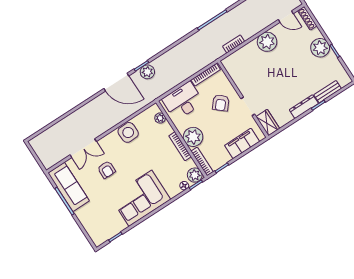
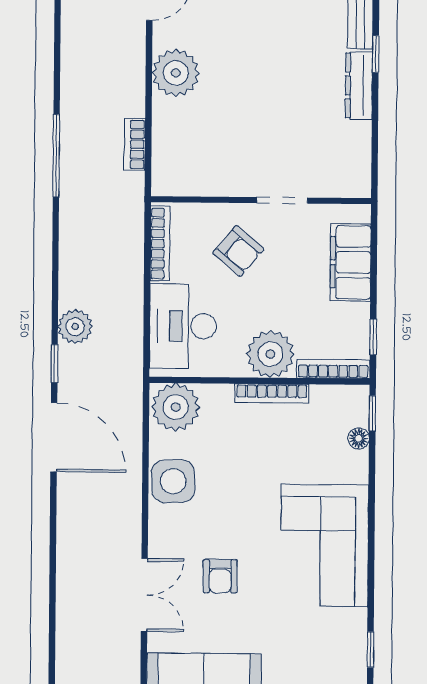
plant: (147, 72) -> (75, 327), moved
door: (116, 82) -> (54, 437), hinge flipped
plant: (160, 118) -> (176, 407), width x1.88, depth x1.88
wardrobe: (268, 123) -> (343, 181), removed
armchair: (107, 170) -> (220, 576), turned 90
plant: (195, 175) -> (351, 402), removed

